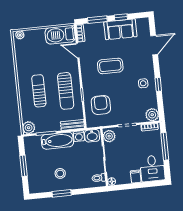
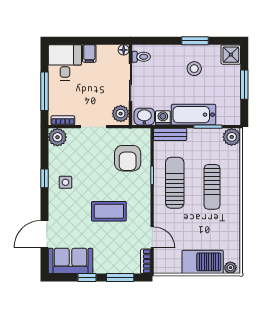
sofa: (120, 29) -> (71, 261), moved
barbecue: (60, 35) -> (203, 262), moved
shower: (35, 186) -> (231, 55), added

